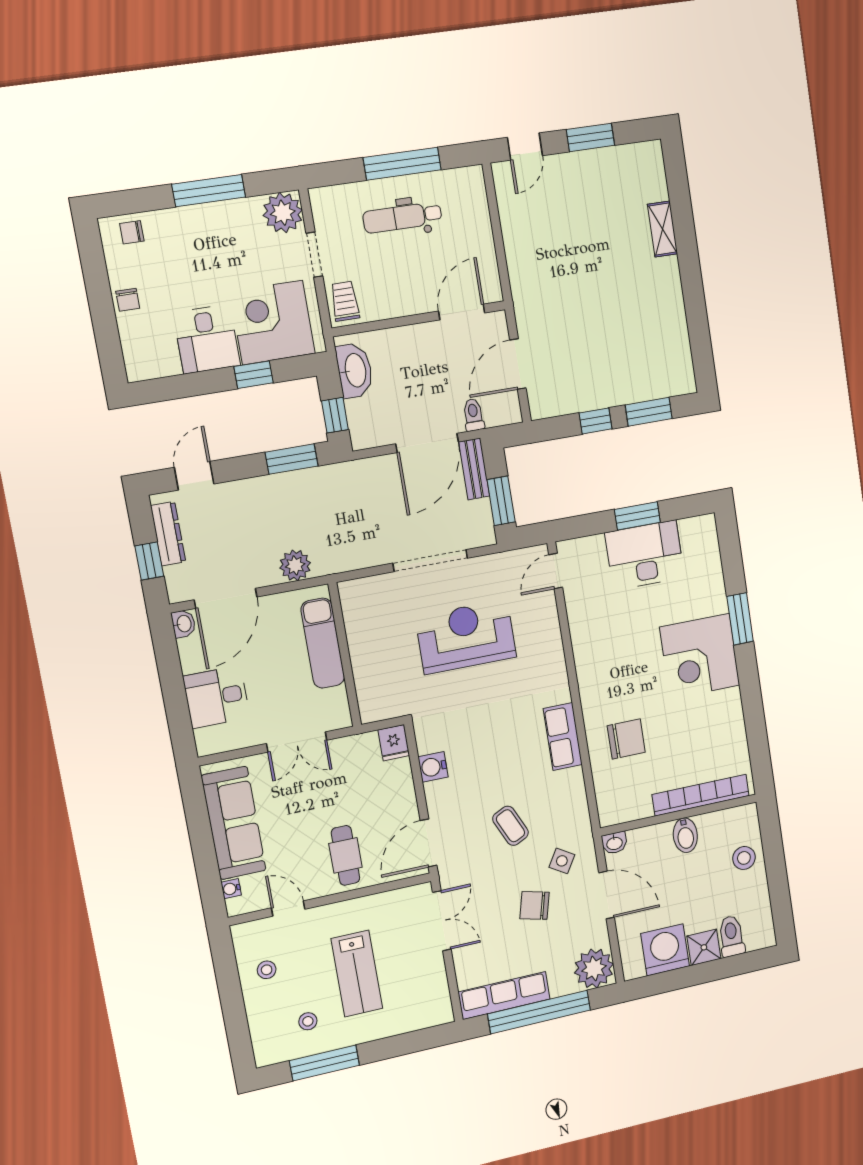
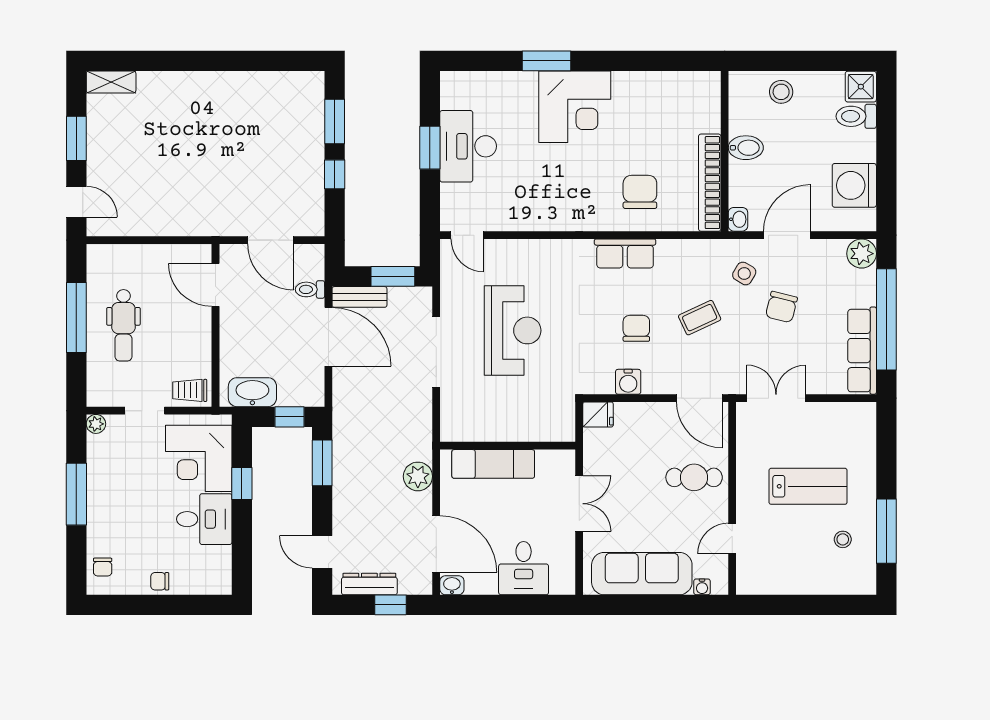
plant: (283, 213) -> (96, 424), width x0.53, depth x0.53
shelving: (662, 229) -> (111, 82), moved
chair: (128, 300) -> (160, 581), turned 180
reception desk: (466, 637) -> (513, 330), turned 180
chair: (489, 764) -> (636, 328), added
bookcase: (701, 795) -> (710, 183), moved
shower: (704, 947) -> (861, 87), moved
plant: (594, 968) -> (862, 254), width x0.73, depth x0.73
stool: (267, 970) -> (785, 568), removed

